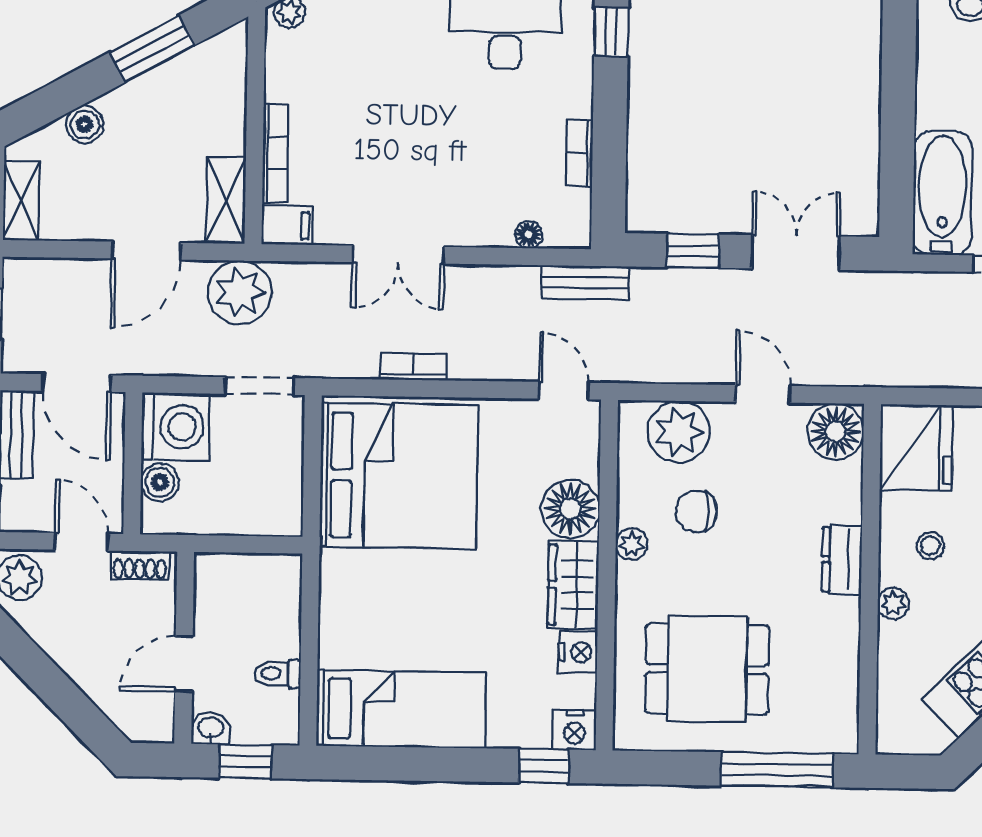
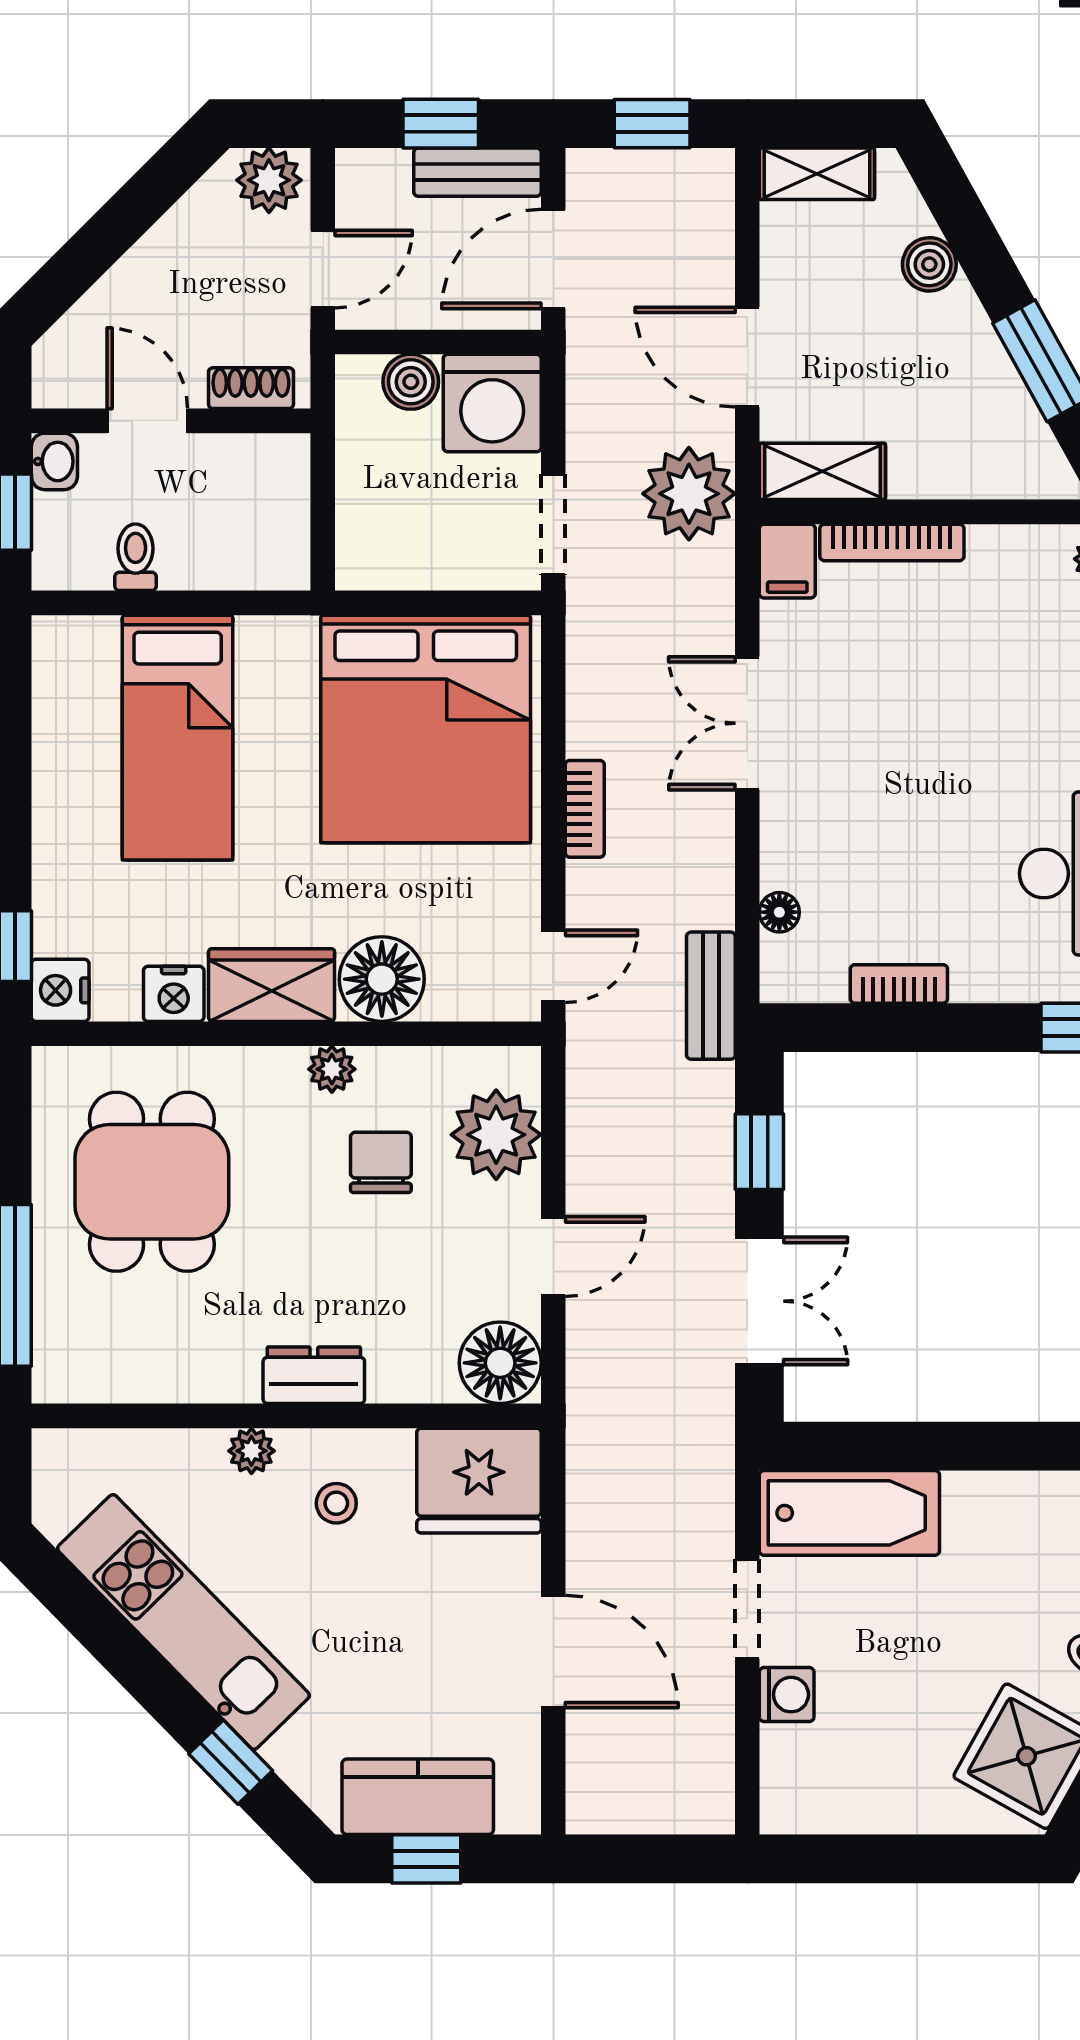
bookcase: (413, 367) -> (585, 809), moved
shoe rack: (140, 565) -> (251, 388), moved, turned 90
bed: (401, 709) -> (178, 738), moved

